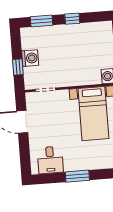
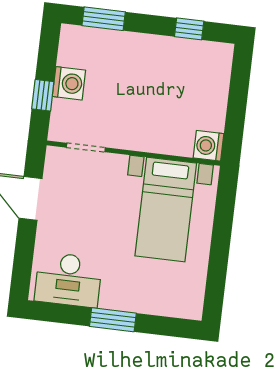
window: (72, 19) -> (189, 29), moved
desk: (50, 160) -> (68, 280), width x1.37

